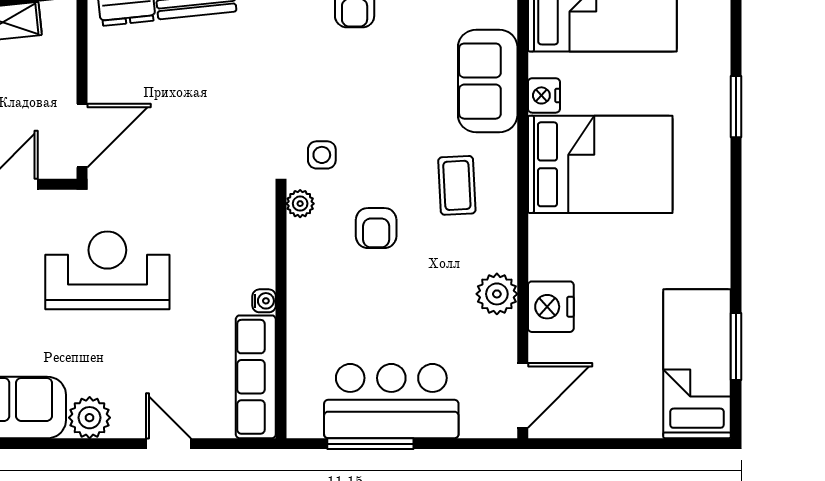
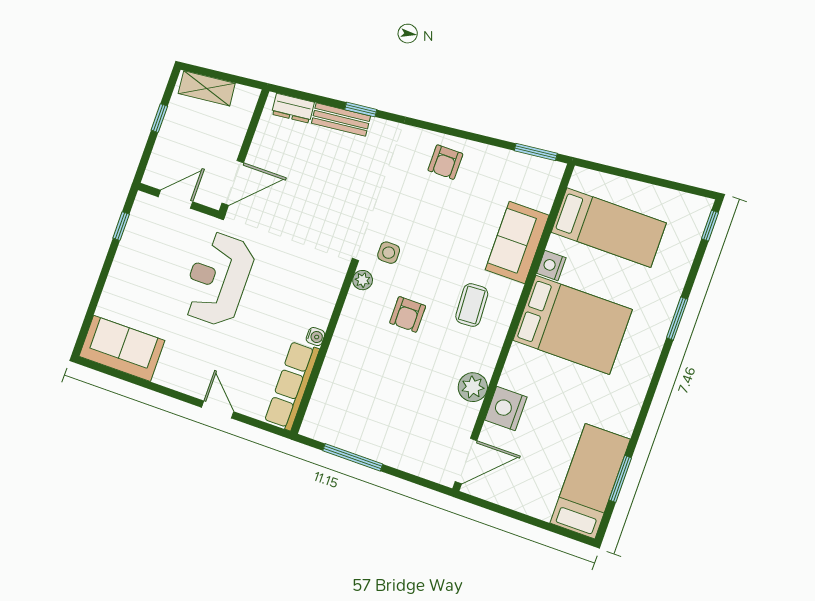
reception desk: (107, 270) -> (218, 279), turned -90
bar counter: (391, 401) -> (377, 434), removed
plant: (90, 418) -> (171, 373), removed

